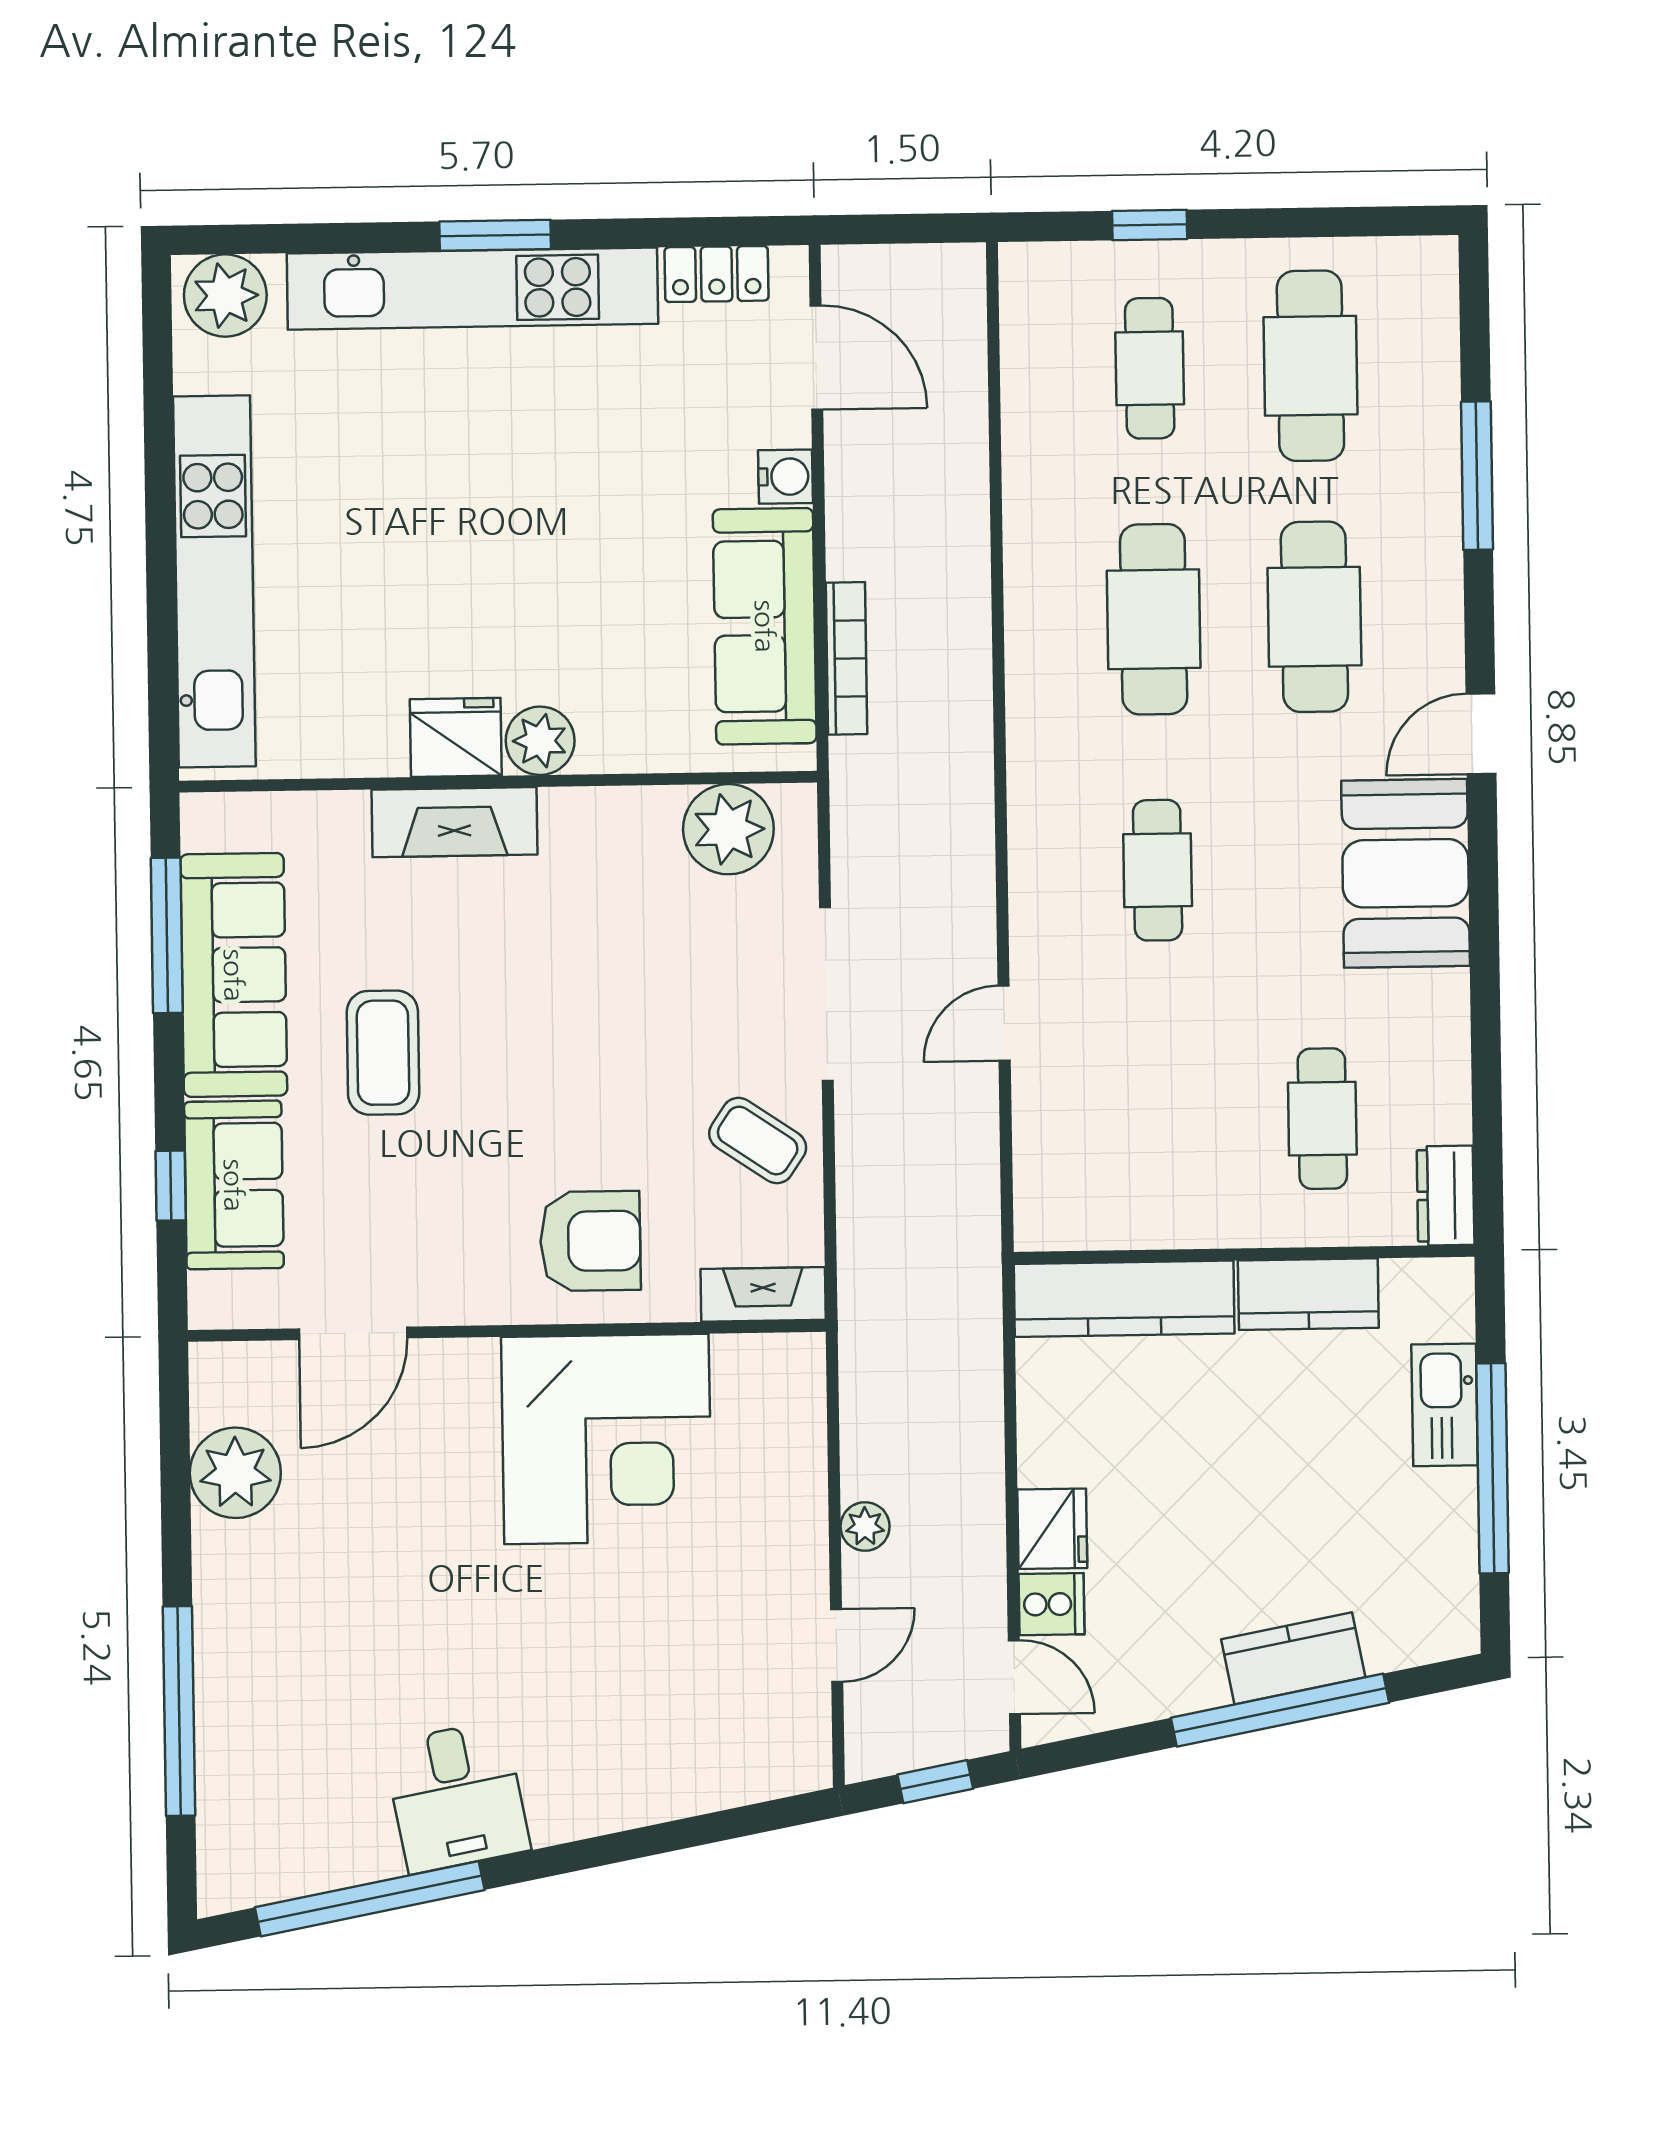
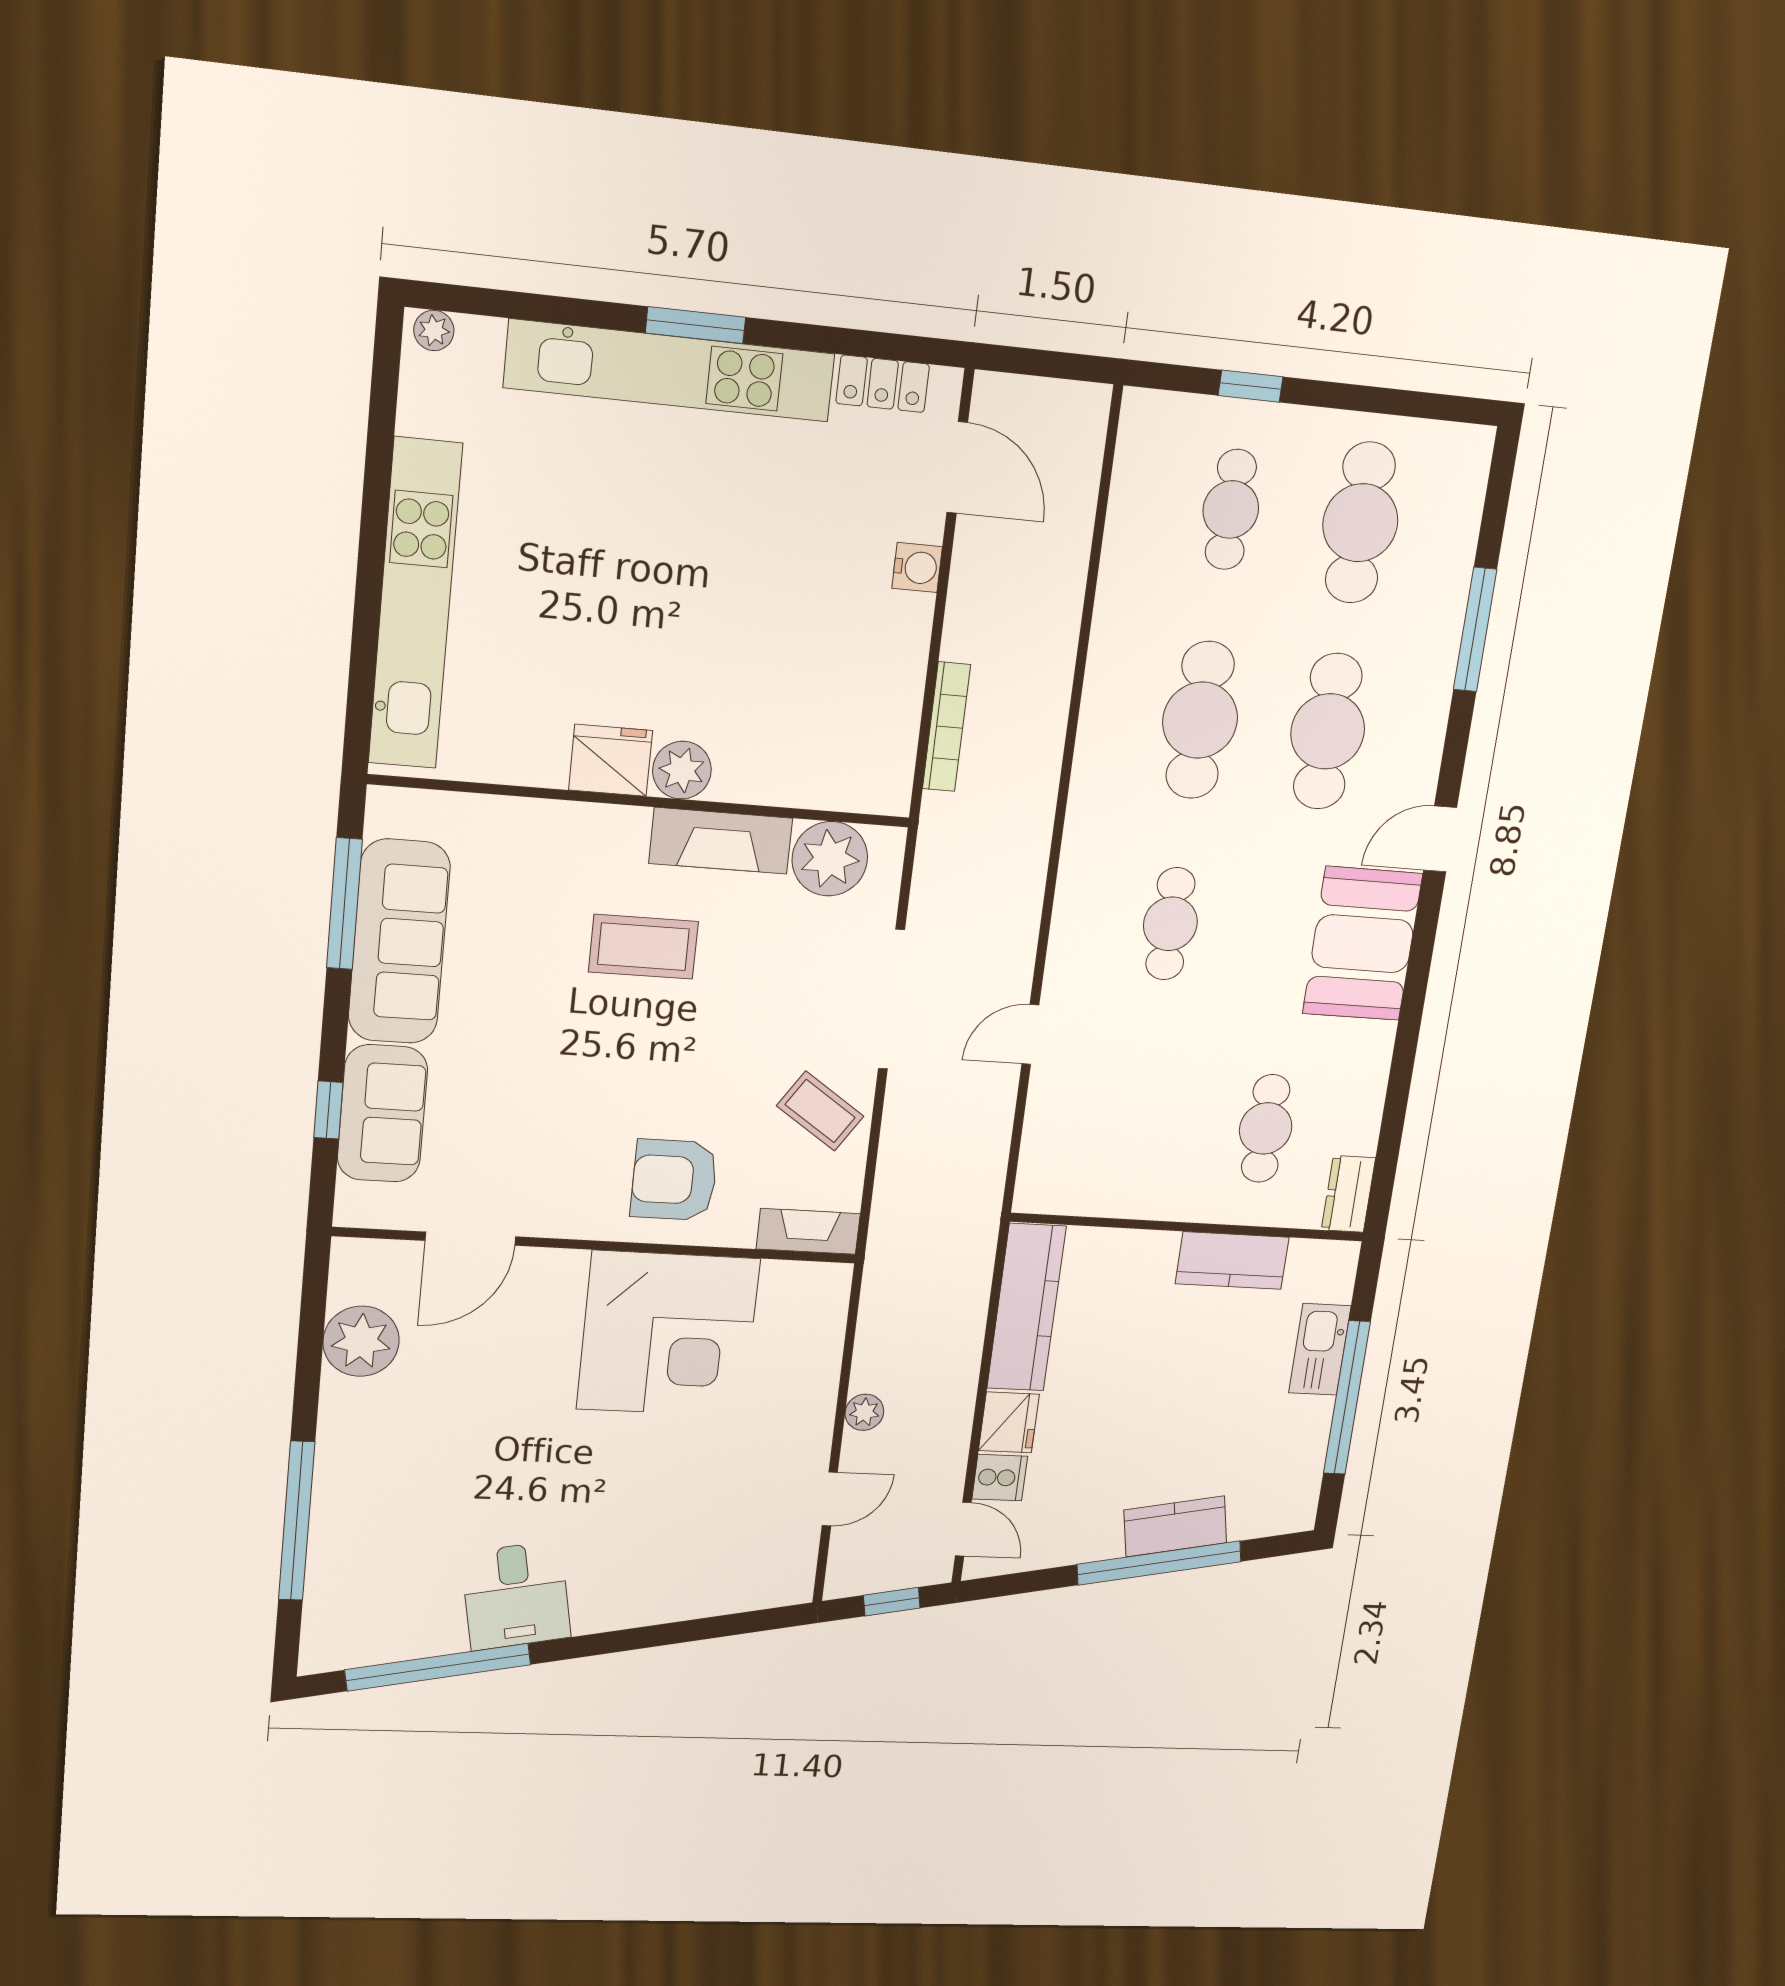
plant: (225, 296) -> (434, 330), width x0.53, depth x0.53
sofa: (765, 626) -> (882, 693), removed
fireplace: (454, 822) -> (721, 841), moved
coffee table: (383, 1053) -> (643, 947), moved, turned 90
armchair: (590, 1241) -> (674, 1180), turned 180
kitchen counter: (1124, 1299) -> (1026, 1307), moved, turned -90

